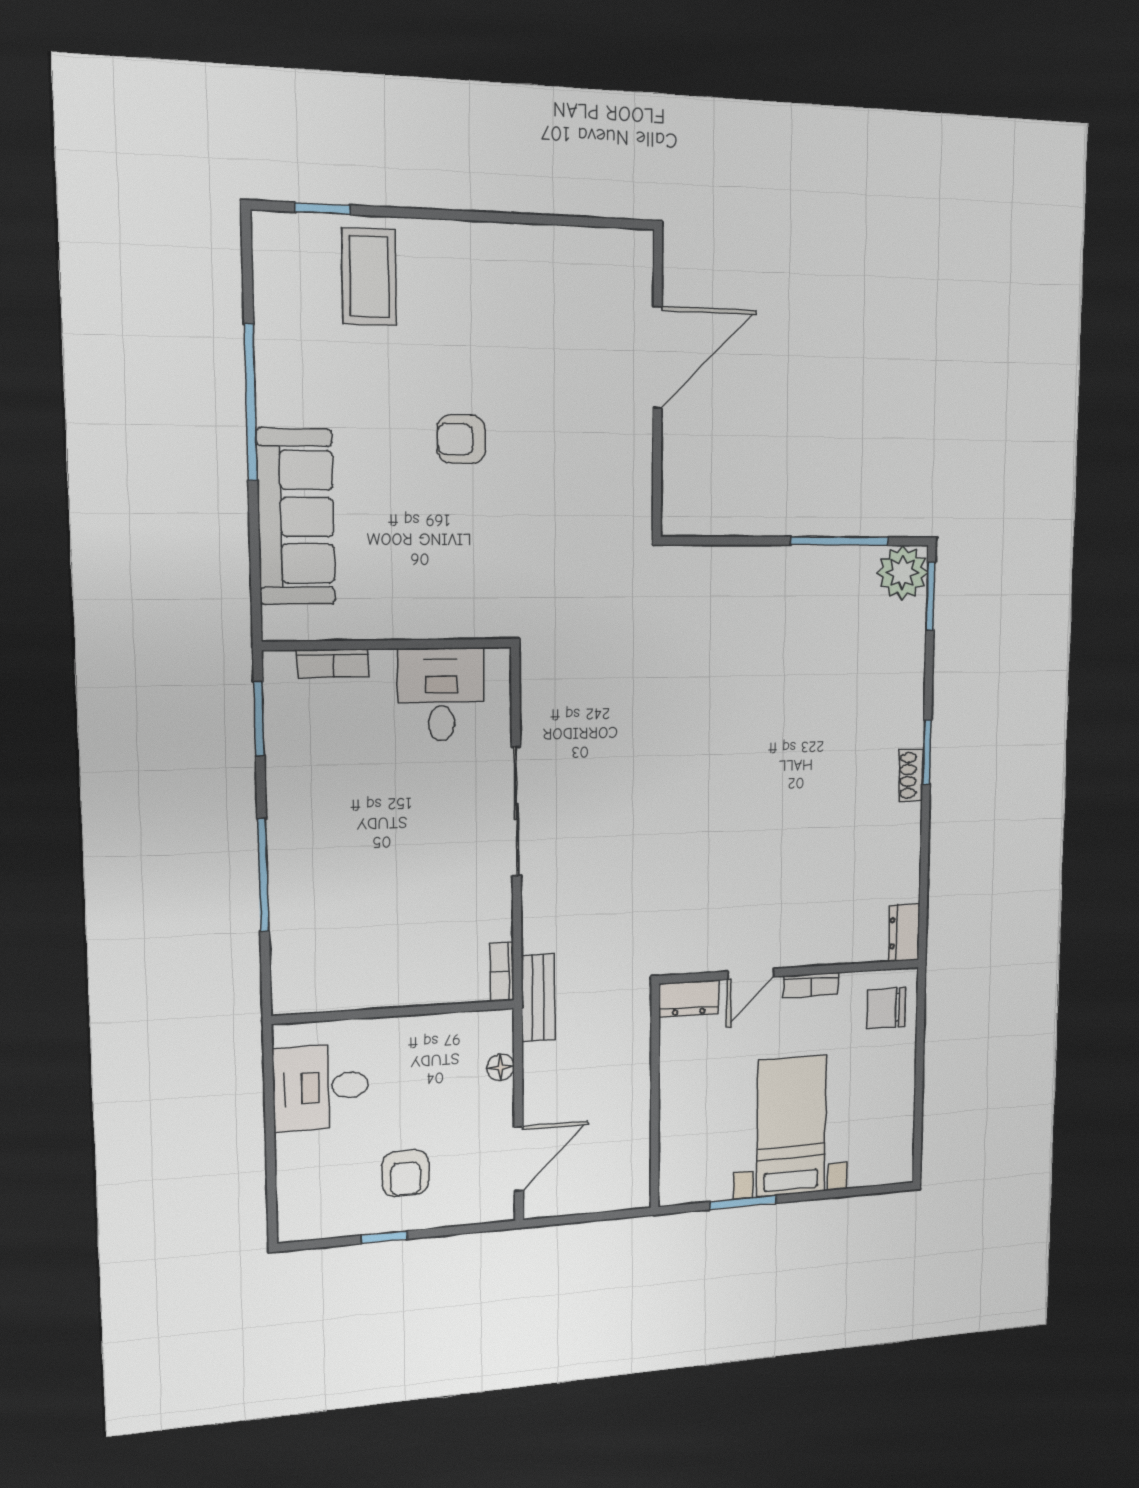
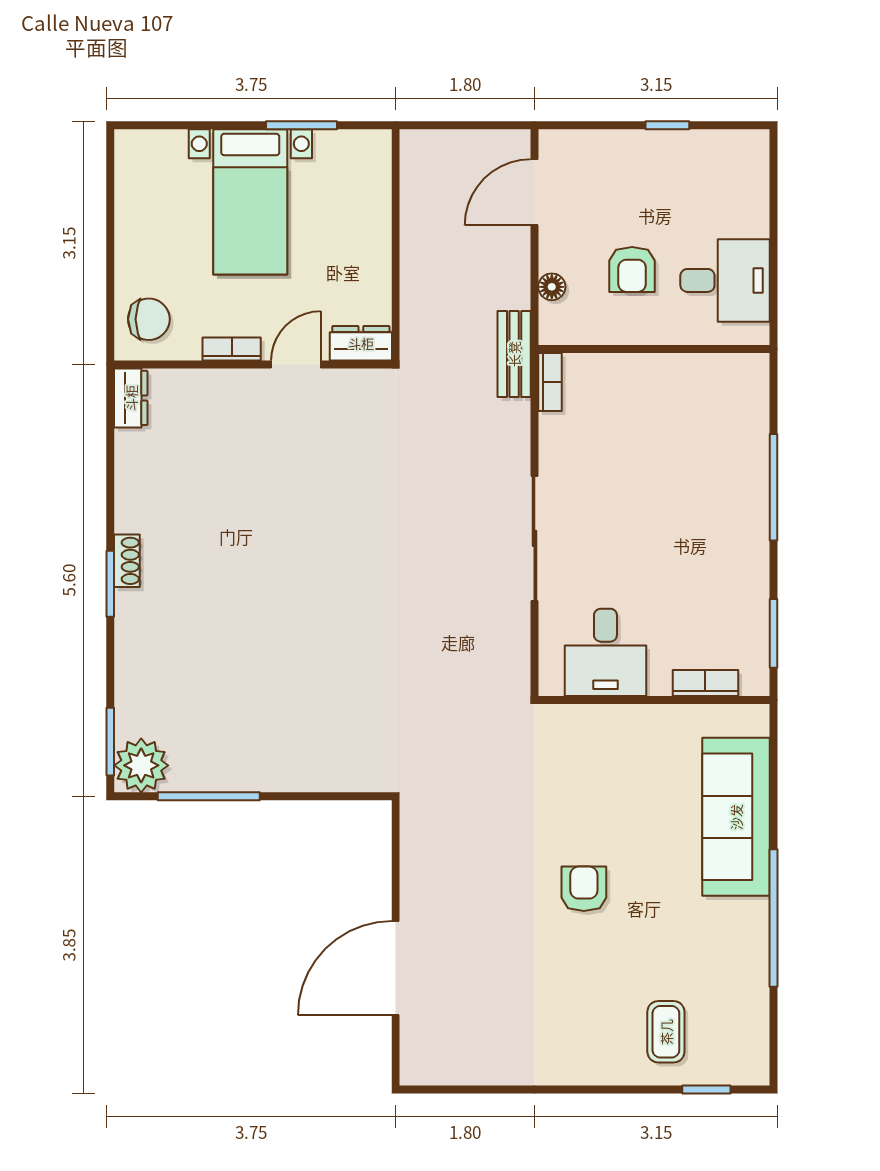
coffee table: (369, 277) -> (666, 1032), width x0.73, depth x0.77
armchair: (461, 439) -> (584, 889), turned -90
armchair: (405, 1173) -> (632, 269), moved, turned 180

